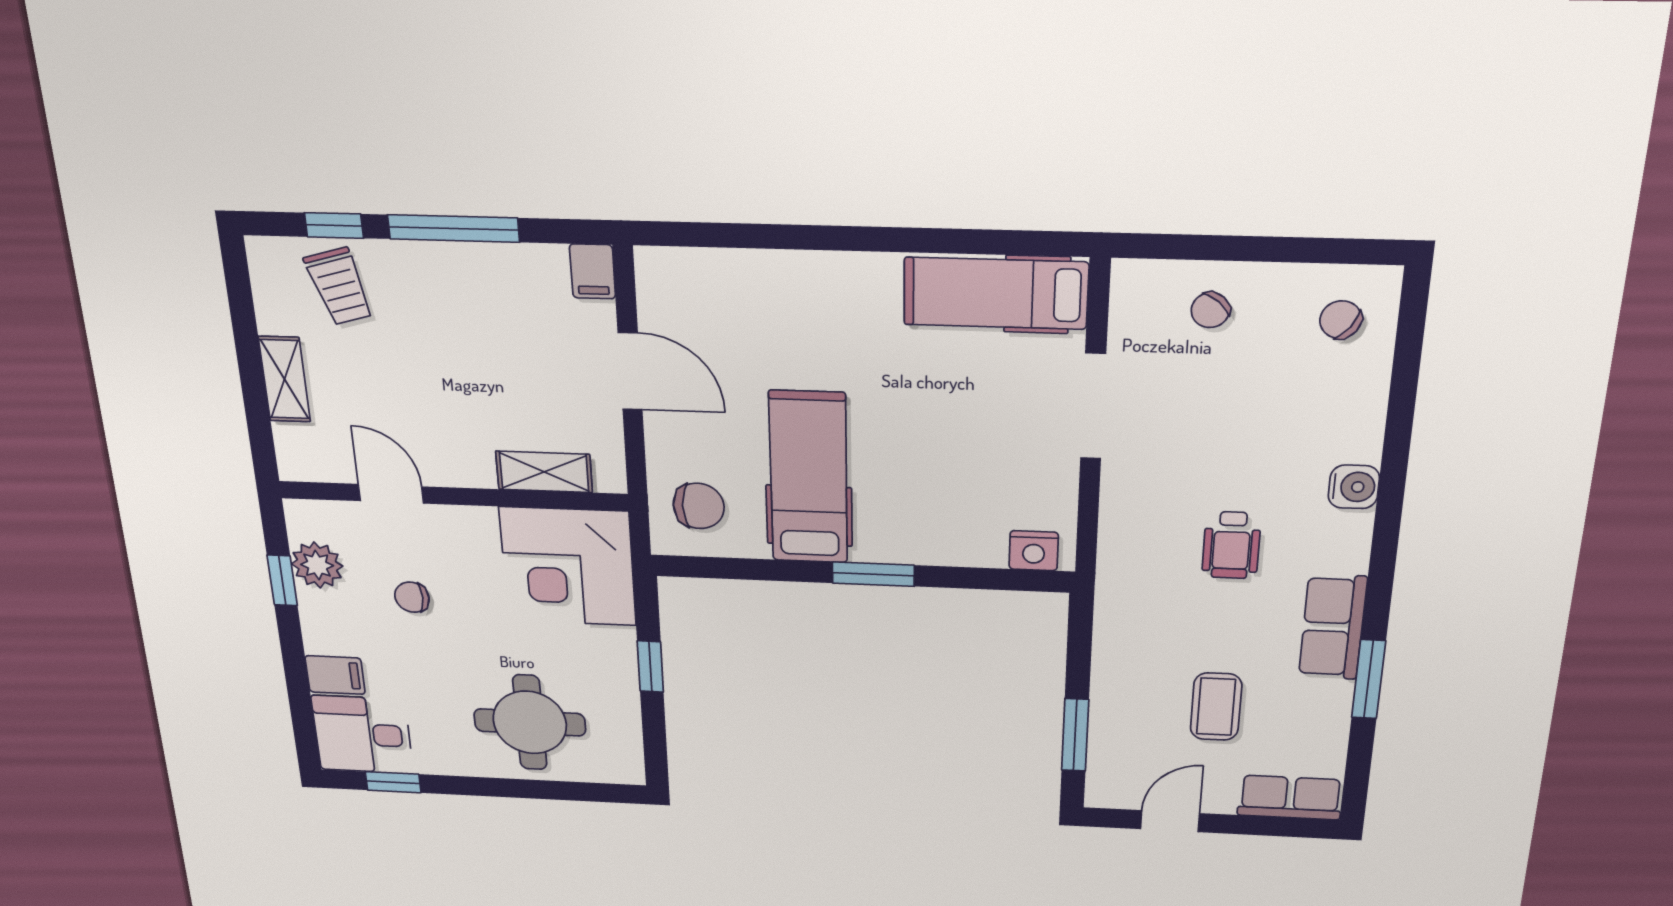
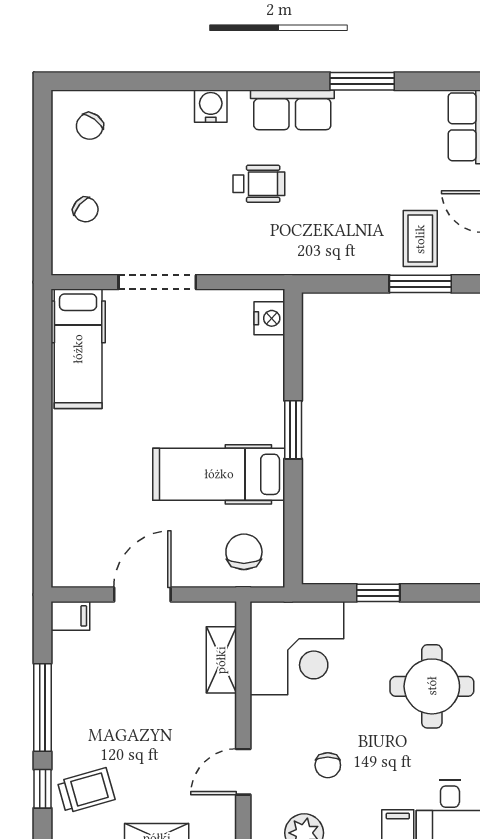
row of seats: (1333, 627) -> (292, 110), moved
coffee table: (1216, 707) -> (420, 239), moved, turned 90

